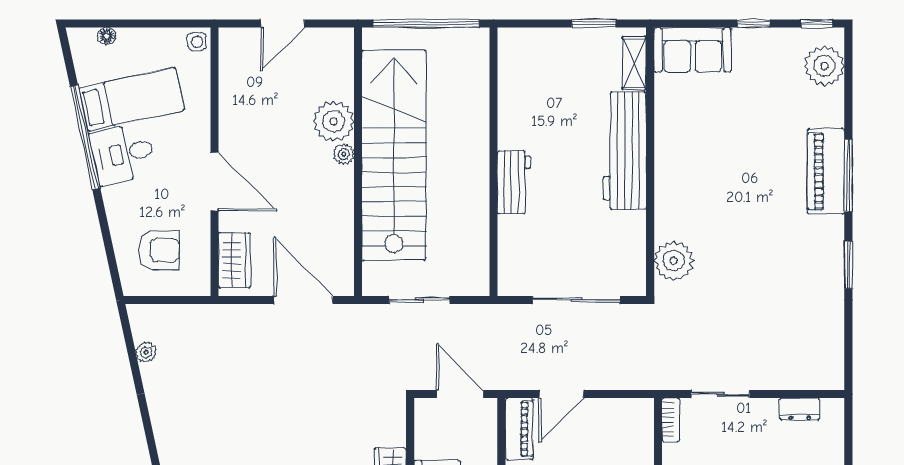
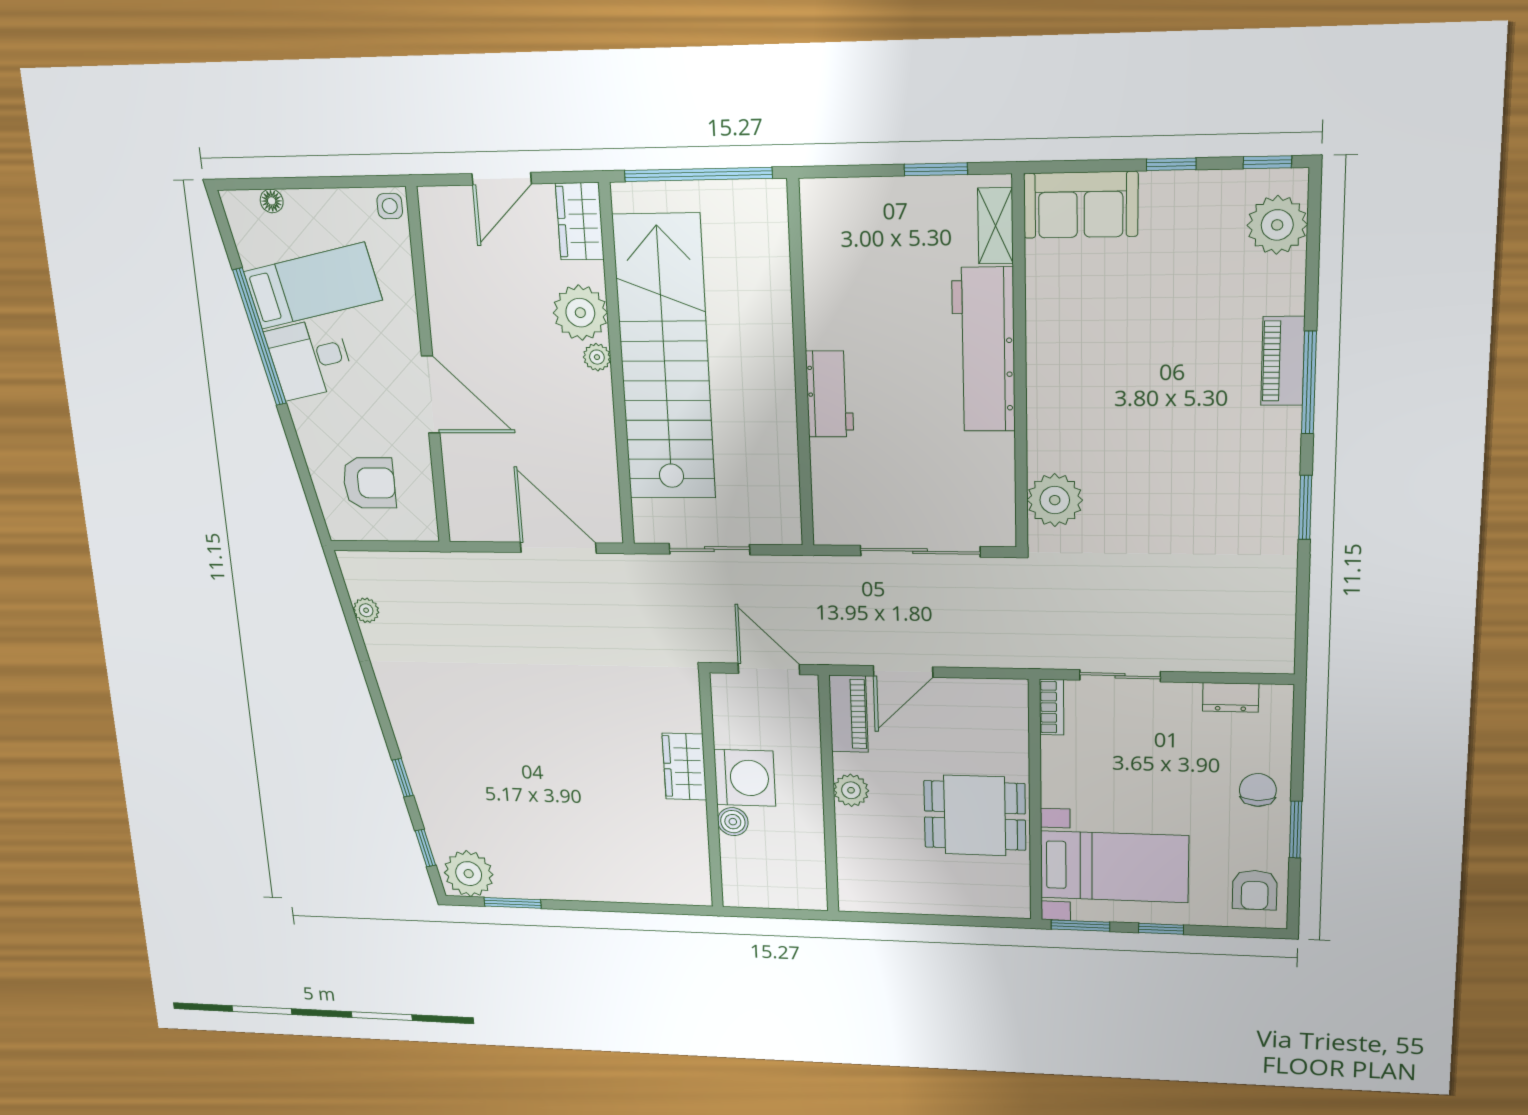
piano: (826, 171) -> (1283, 361), width x0.73, depth x0.75
wardrobe: (234, 260) -> (580, 221), moved, turned 180

